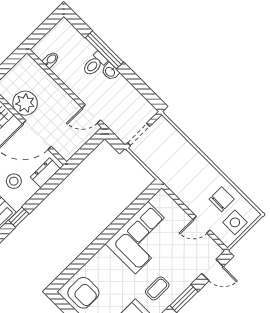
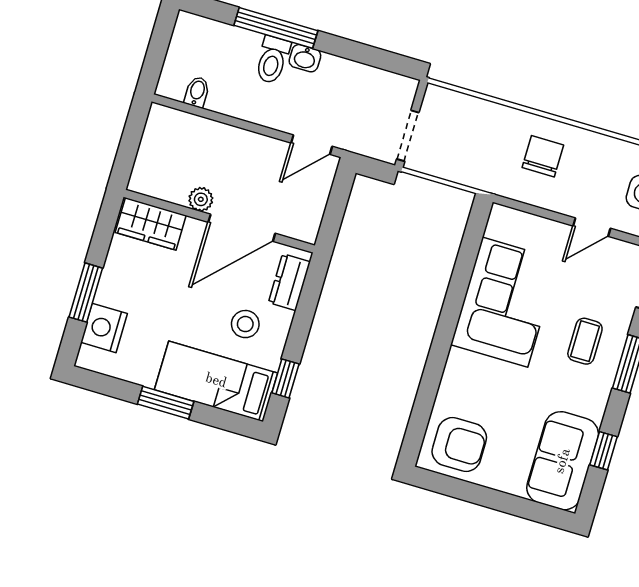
plant: (25, 103) -> (201, 199), width x0.53, depth x0.53
chair: (222, 199) -> (543, 156), moved
coffee table: (157, 288) -> (585, 341), moved

